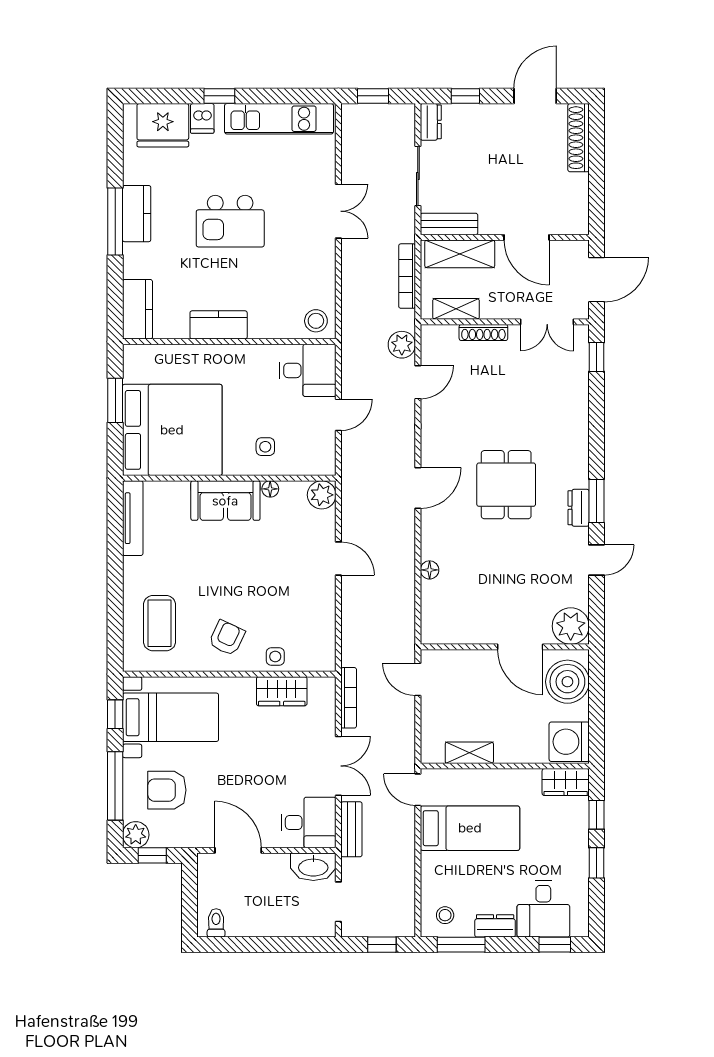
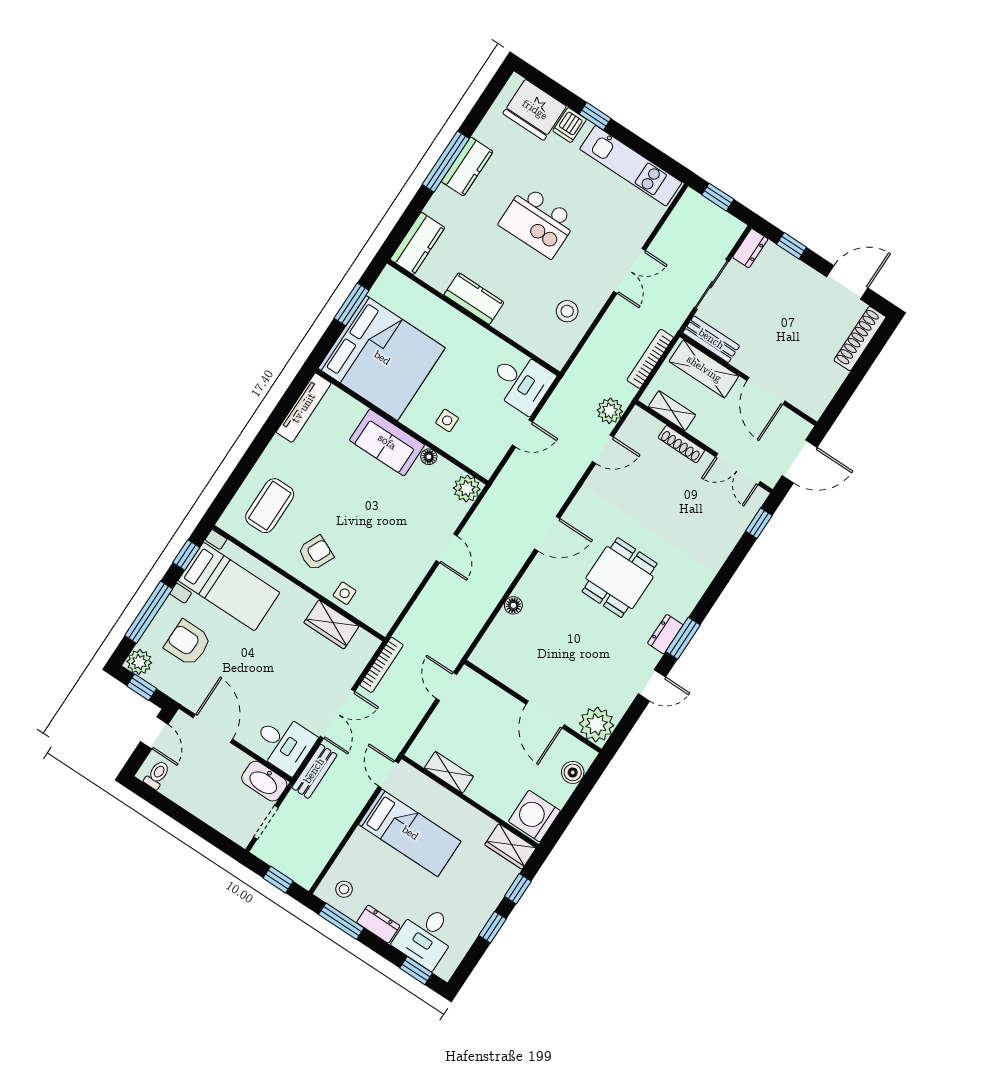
stool: (316, 321) -> (567, 311), moved
boiler: (567, 682) -> (573, 772), width x0.54, depth x0.54
door: (190, 888) -> (154, 733), added

